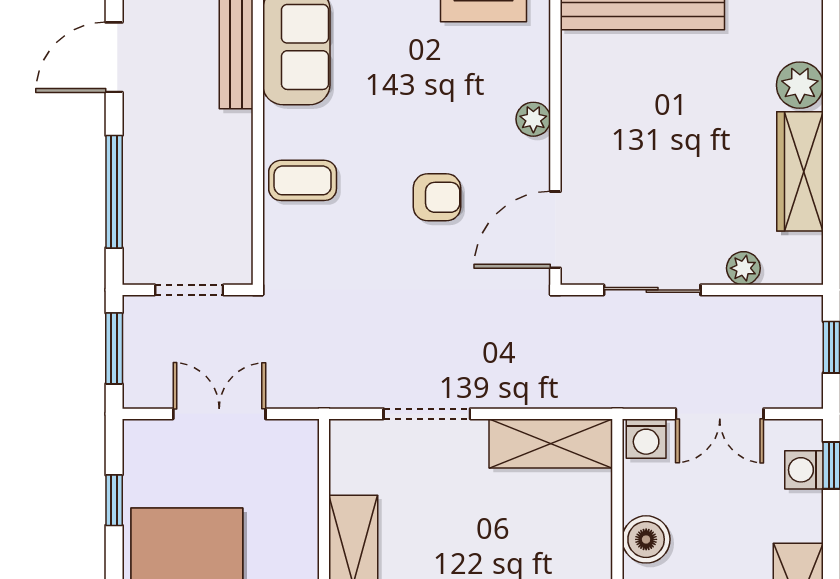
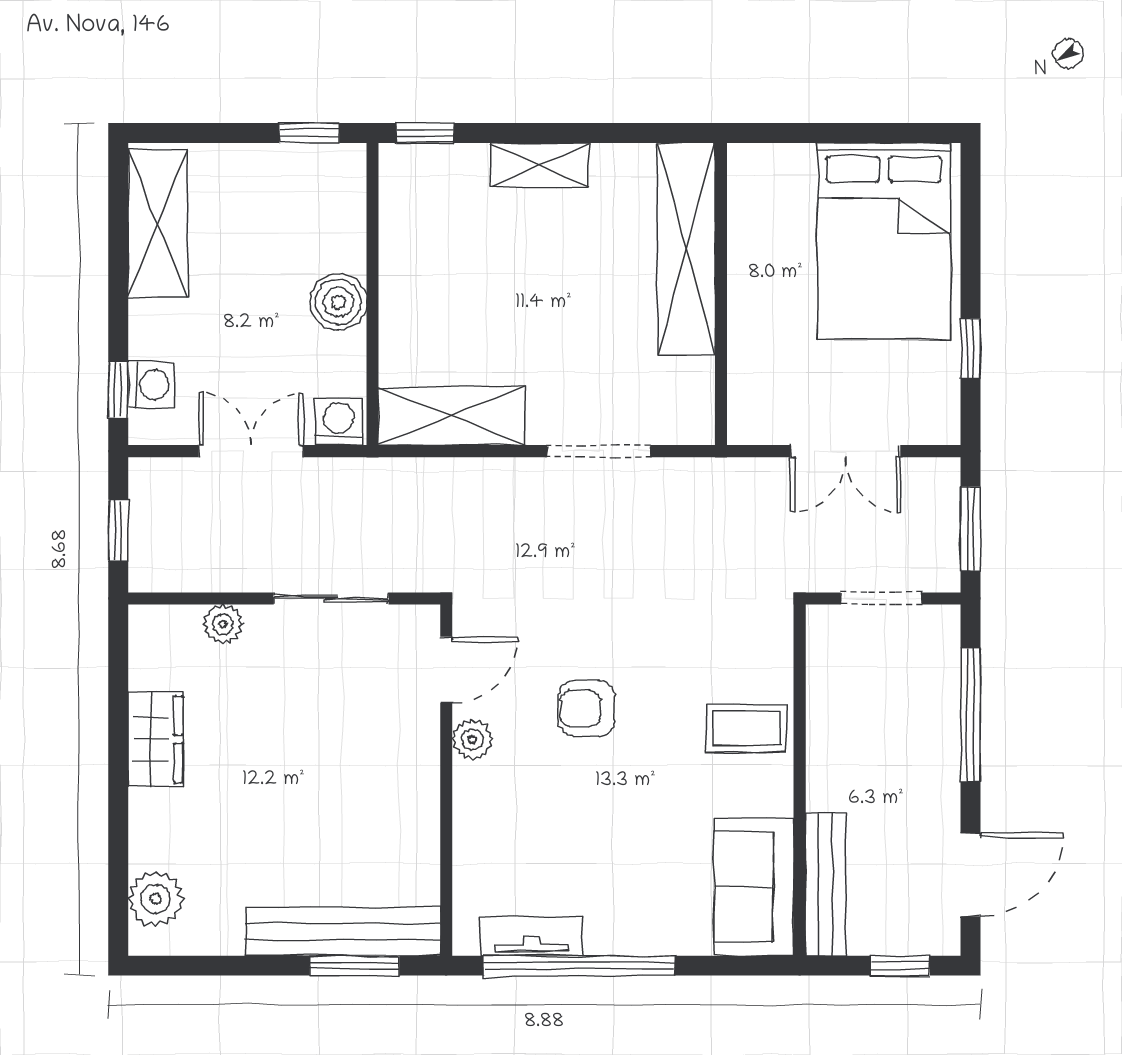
plant: (800, 85) -> (156, 899), moved
plant: (533, 119) -> (472, 740), moved
wardrobe: (800, 171) -> (155, 739), width x0.67
door: (555, 230) -> (446, 670), width x0.73

